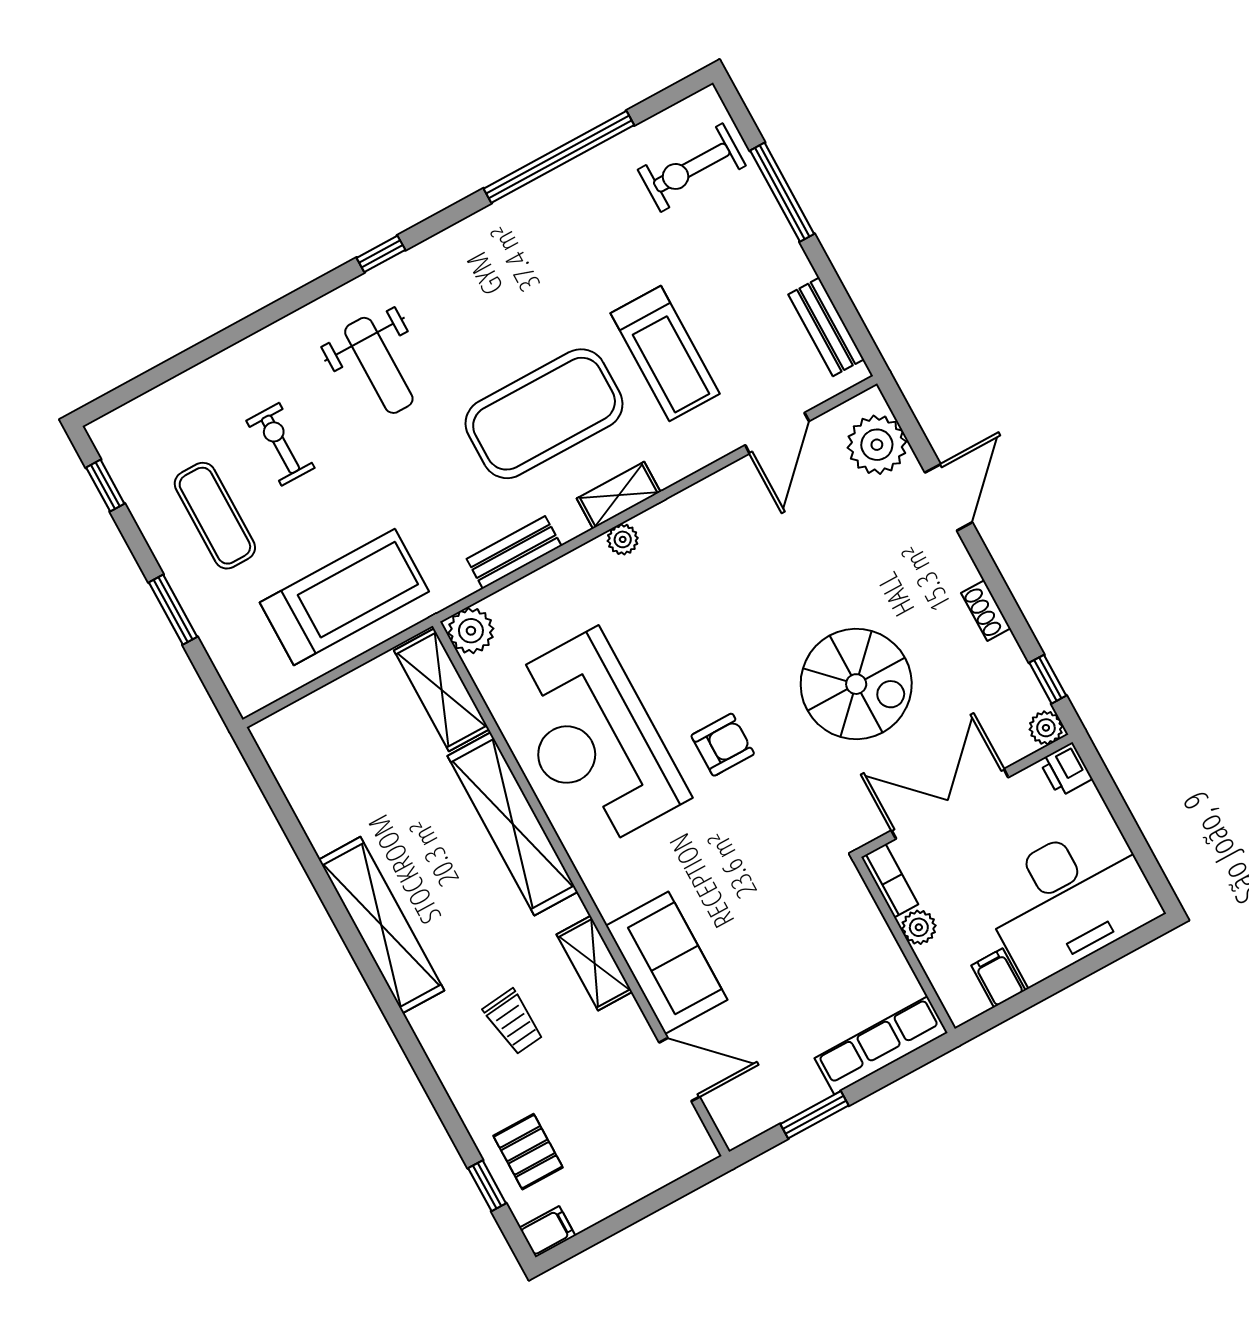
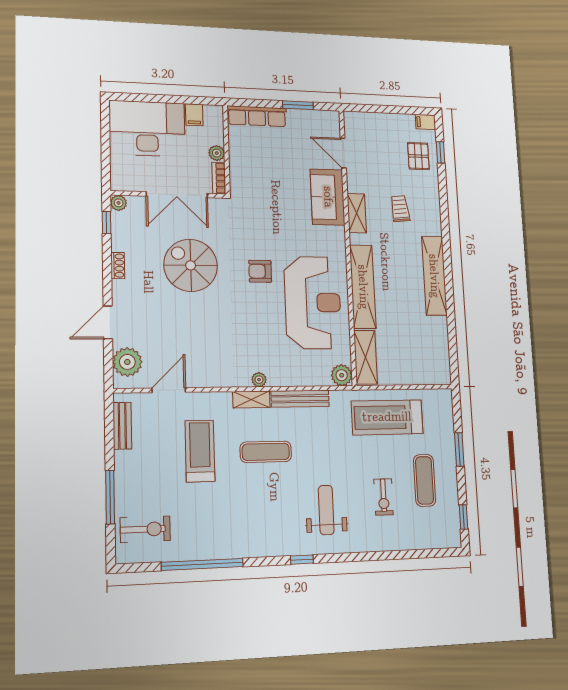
exercise mat: (544, 414) -> (266, 452), width x0.50, depth x0.69
bench: (514, 552) -> (300, 399), width x1.36
printer: (1066, 770) -> (120, 181), removed

